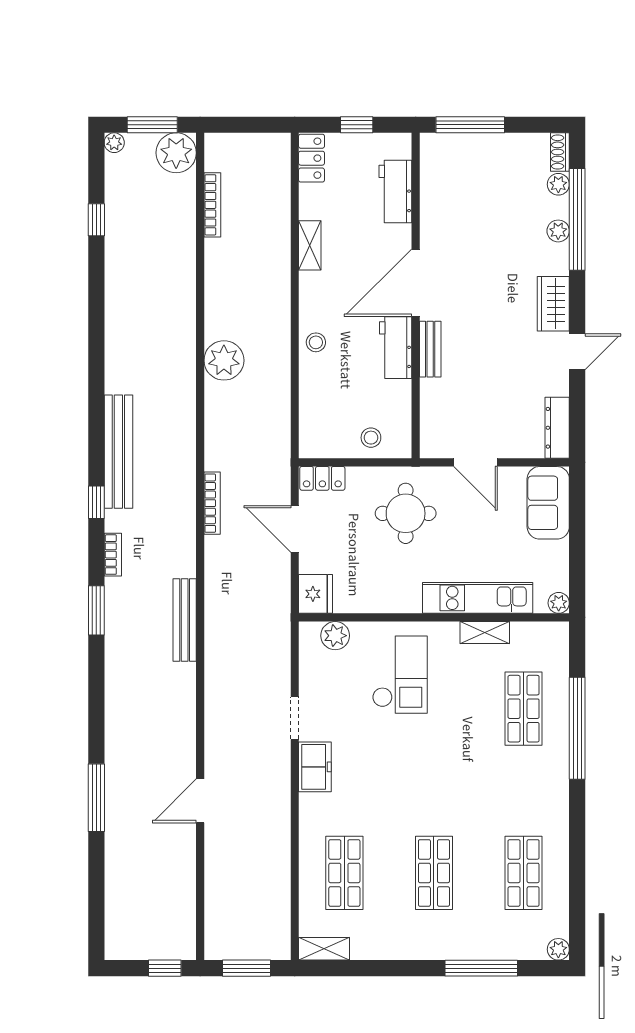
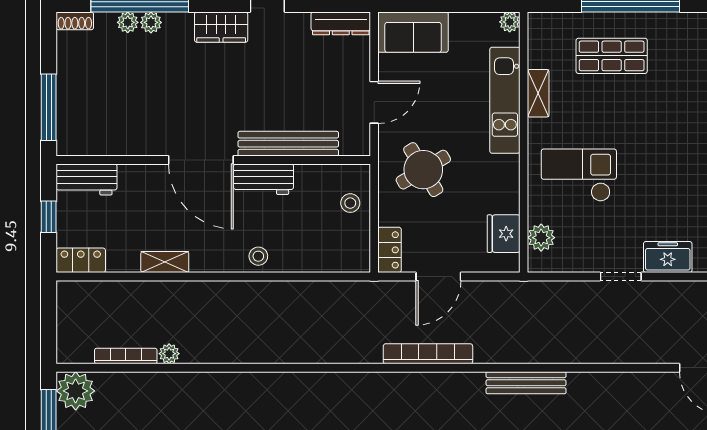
plant: (558, 184) -> (128, 22), moved
workbench: (395, 191) -> (87, 179), moved
bench: (430, 349) -> (288, 144), width x1.86, depth x1.21
plant: (224, 360) -> (169, 354), moved, width x0.53, depth x0.53
bookcase: (212, 503) -> (428, 354), width x1.48, depth x1.31
round table: (406, 513) -> (423, 170), turned -31
fridge: (316, 594) -> (504, 234), moved, turned -90

